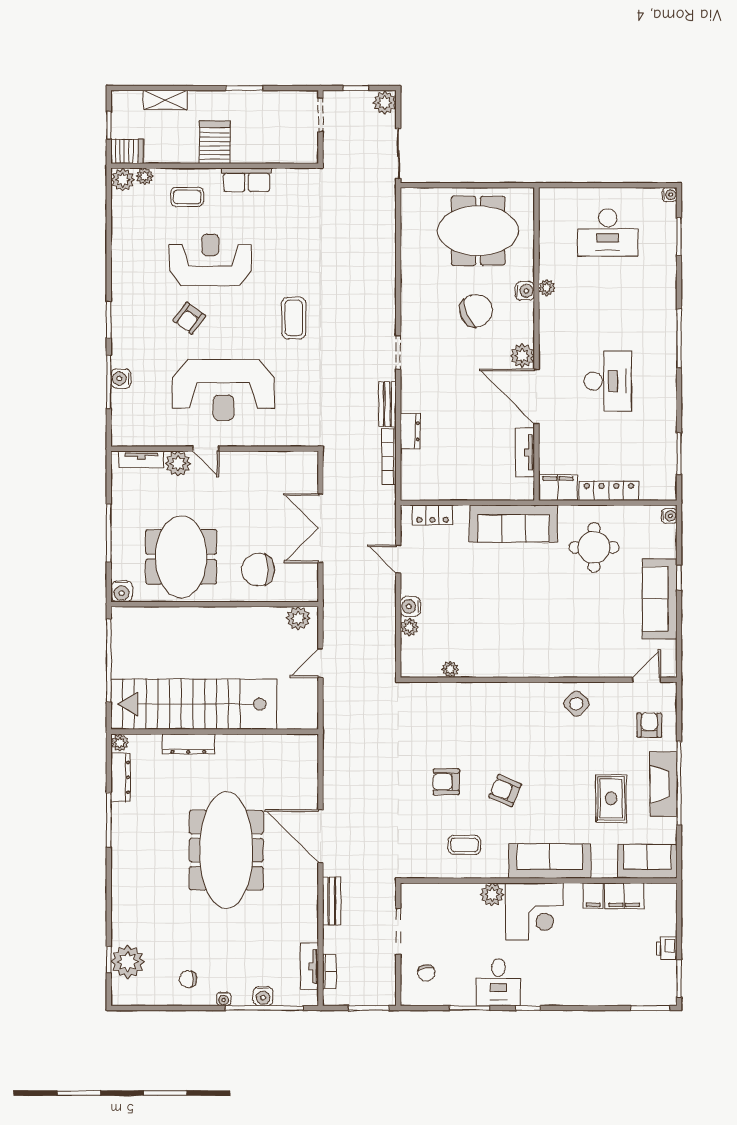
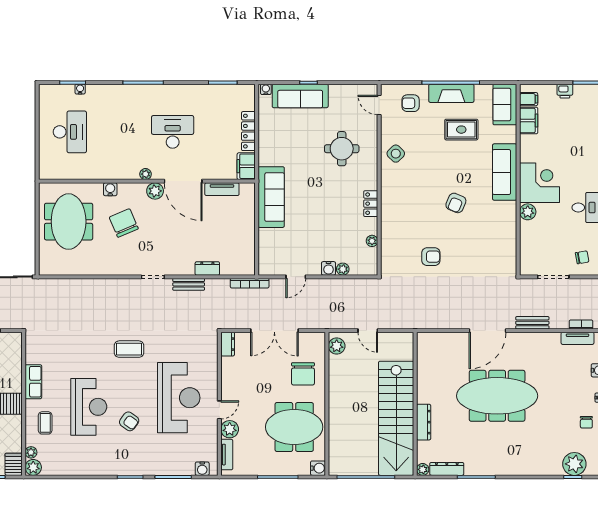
water cooler: (670, 195) -> (80, 89), moved
reception desk: (210, 260) -> (89, 407), turned 180
plant: (547, 288) -> (146, 174), moved
water cooler: (121, 378) -> (202, 469), moved
door: (536, 396) -> (183, 181), hinge flipped
bookcase: (389, 457) -> (250, 283), moved
dresser: (301, 461) -> (228, 344), added
locker: (432, 515) -> (371, 204), moved, turned 180
round table: (594, 547) -> (342, 149), moved
sofa: (660, 599) -> (300, 96), moved
armchair: (446, 782) -> (431, 257), moved, turned -90
coffee table: (464, 845) -> (493, 231), removed
filing cabinet: (593, 896) -> (529, 99), moved

